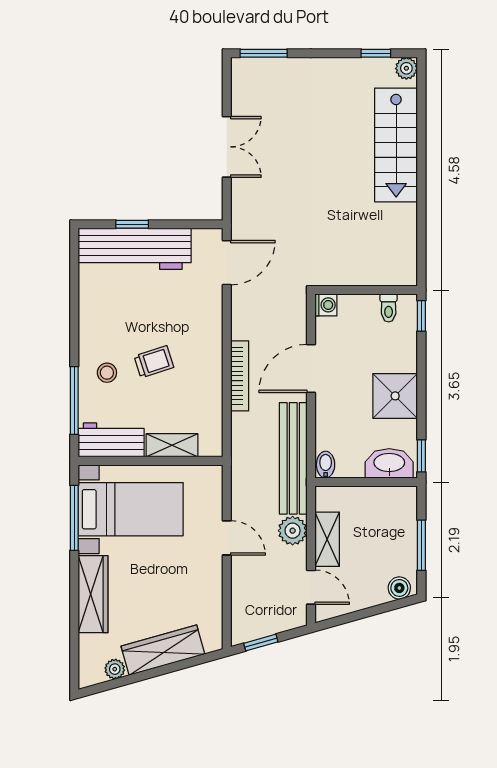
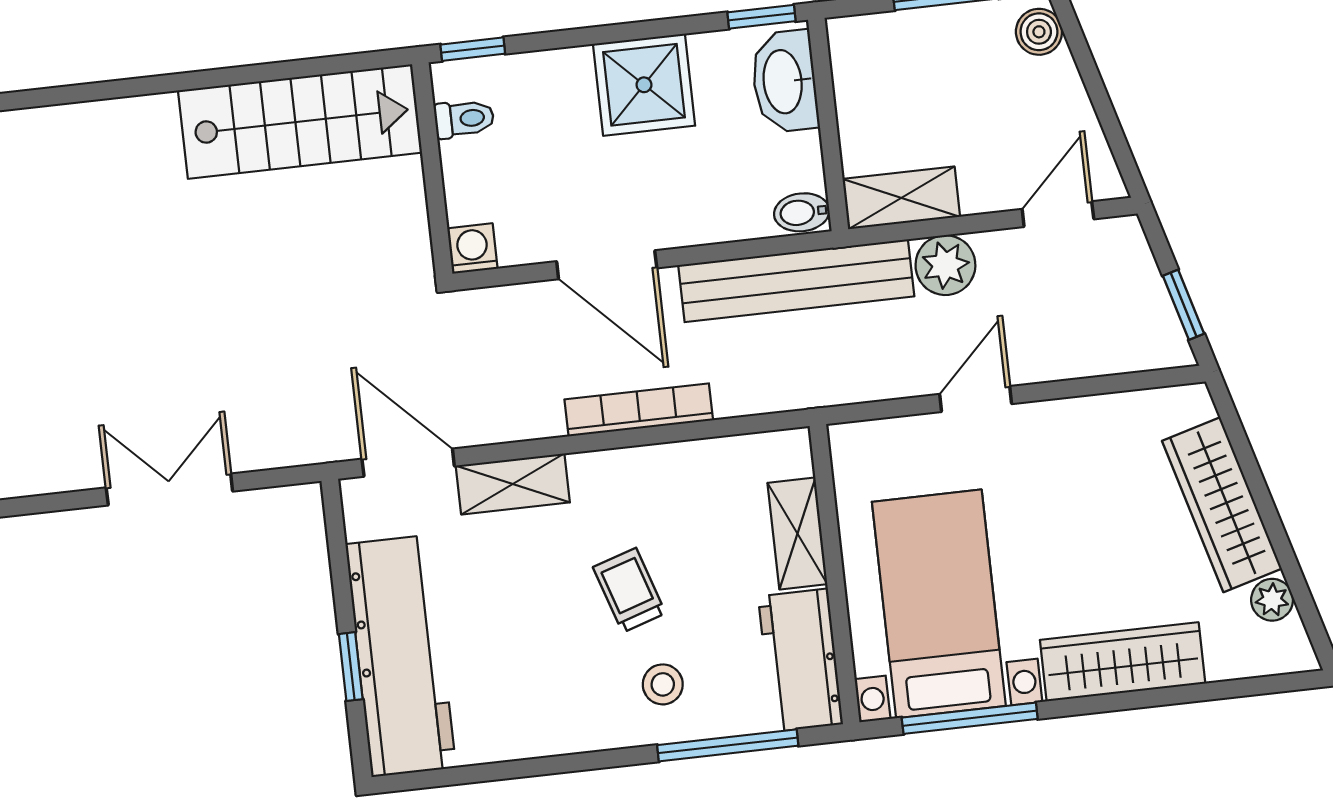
stairs: (396, 145) -> (300, 121), moved
shelving: (211, 312) -> (513, 484), added
shelving: (327, 539) -> (901, 198), moved

